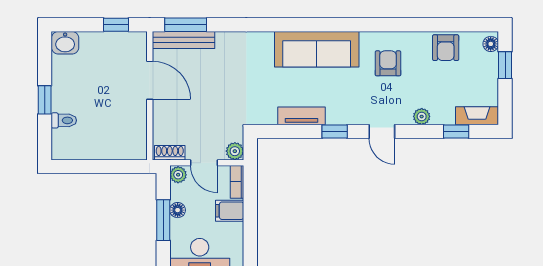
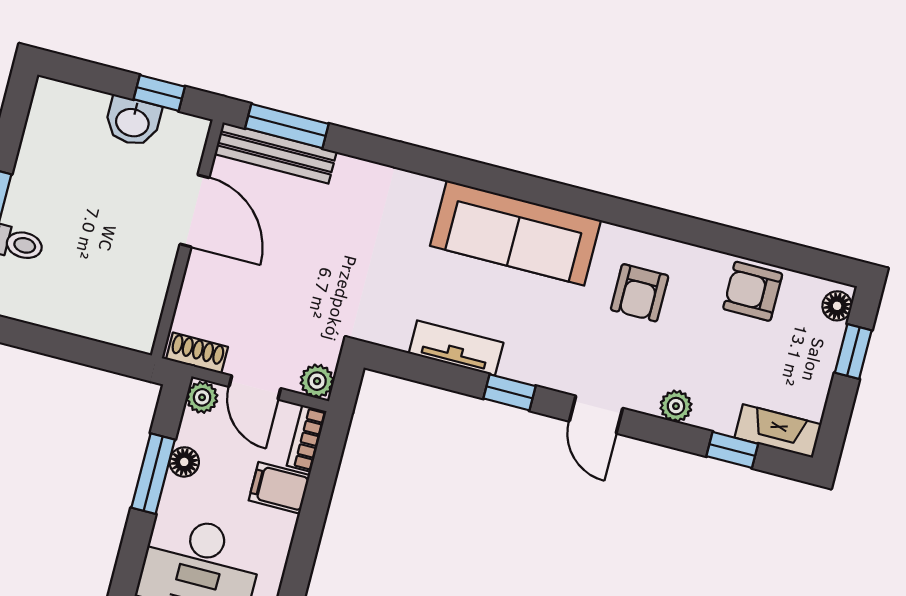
washbasin: (65, 43) -> (133, 121), moved
armchair: (446, 48) -> (753, 291), turned 90
armchair: (388, 63) -> (640, 293), turned 180

